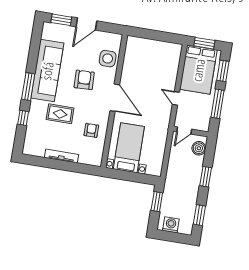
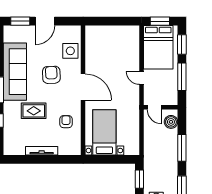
door: (184, 130) -> (154, 107), hinge flipped
window: (206, 177) -> (182, 148), width x1.44

